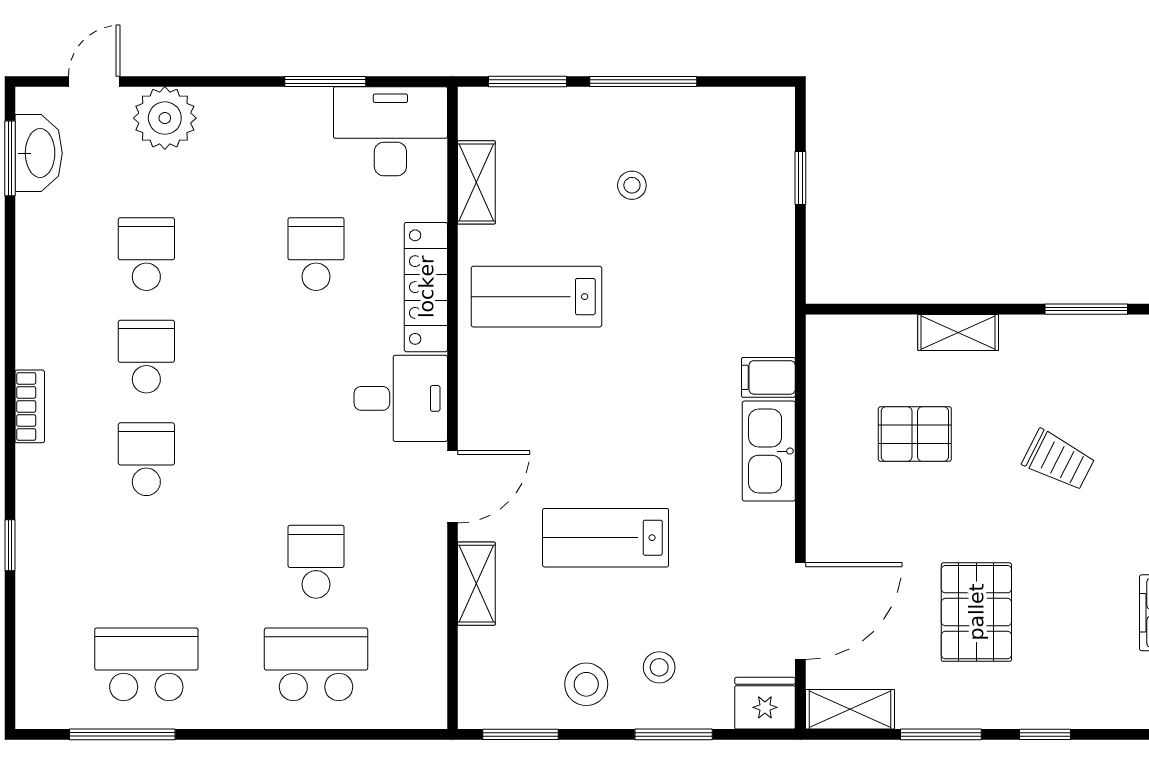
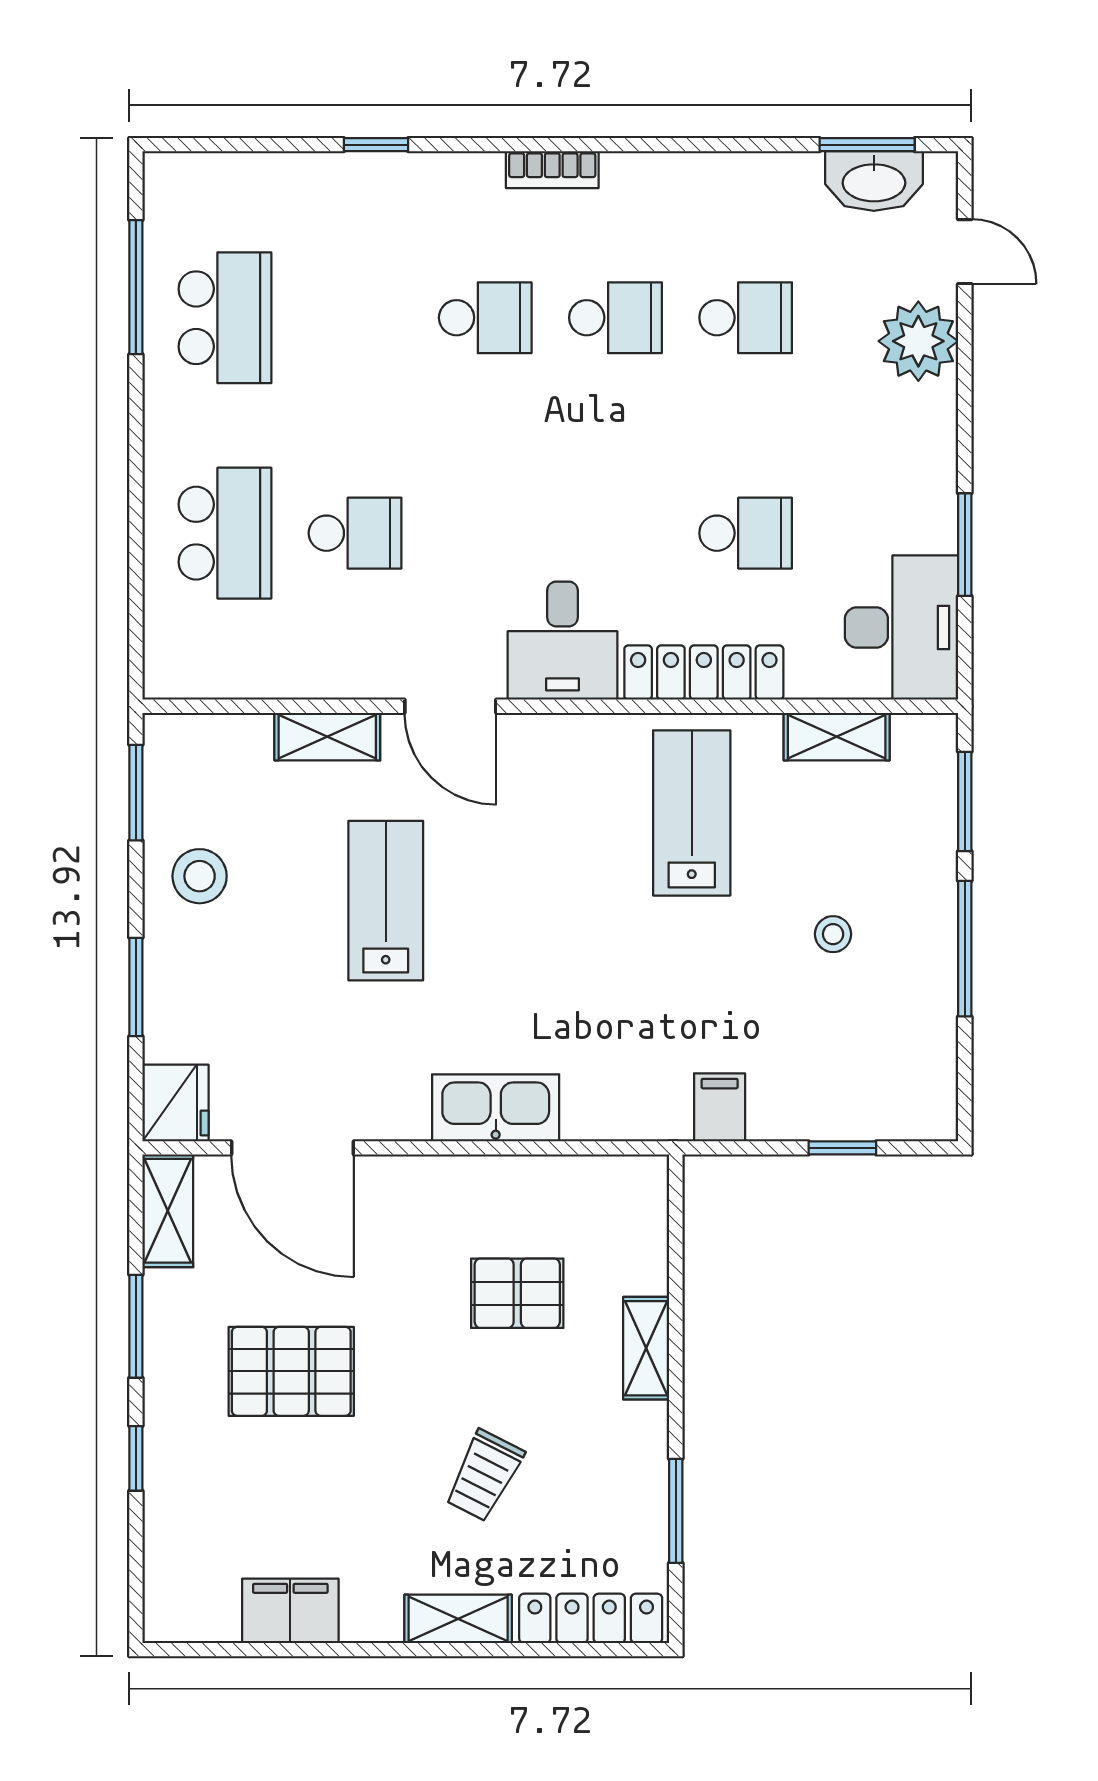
filing cabinet: (768, 377) -> (720, 1107), moved
pallet: (915, 434) -> (517, 1293), turned 90
stool: (659, 667) -> (221, 969), removed

